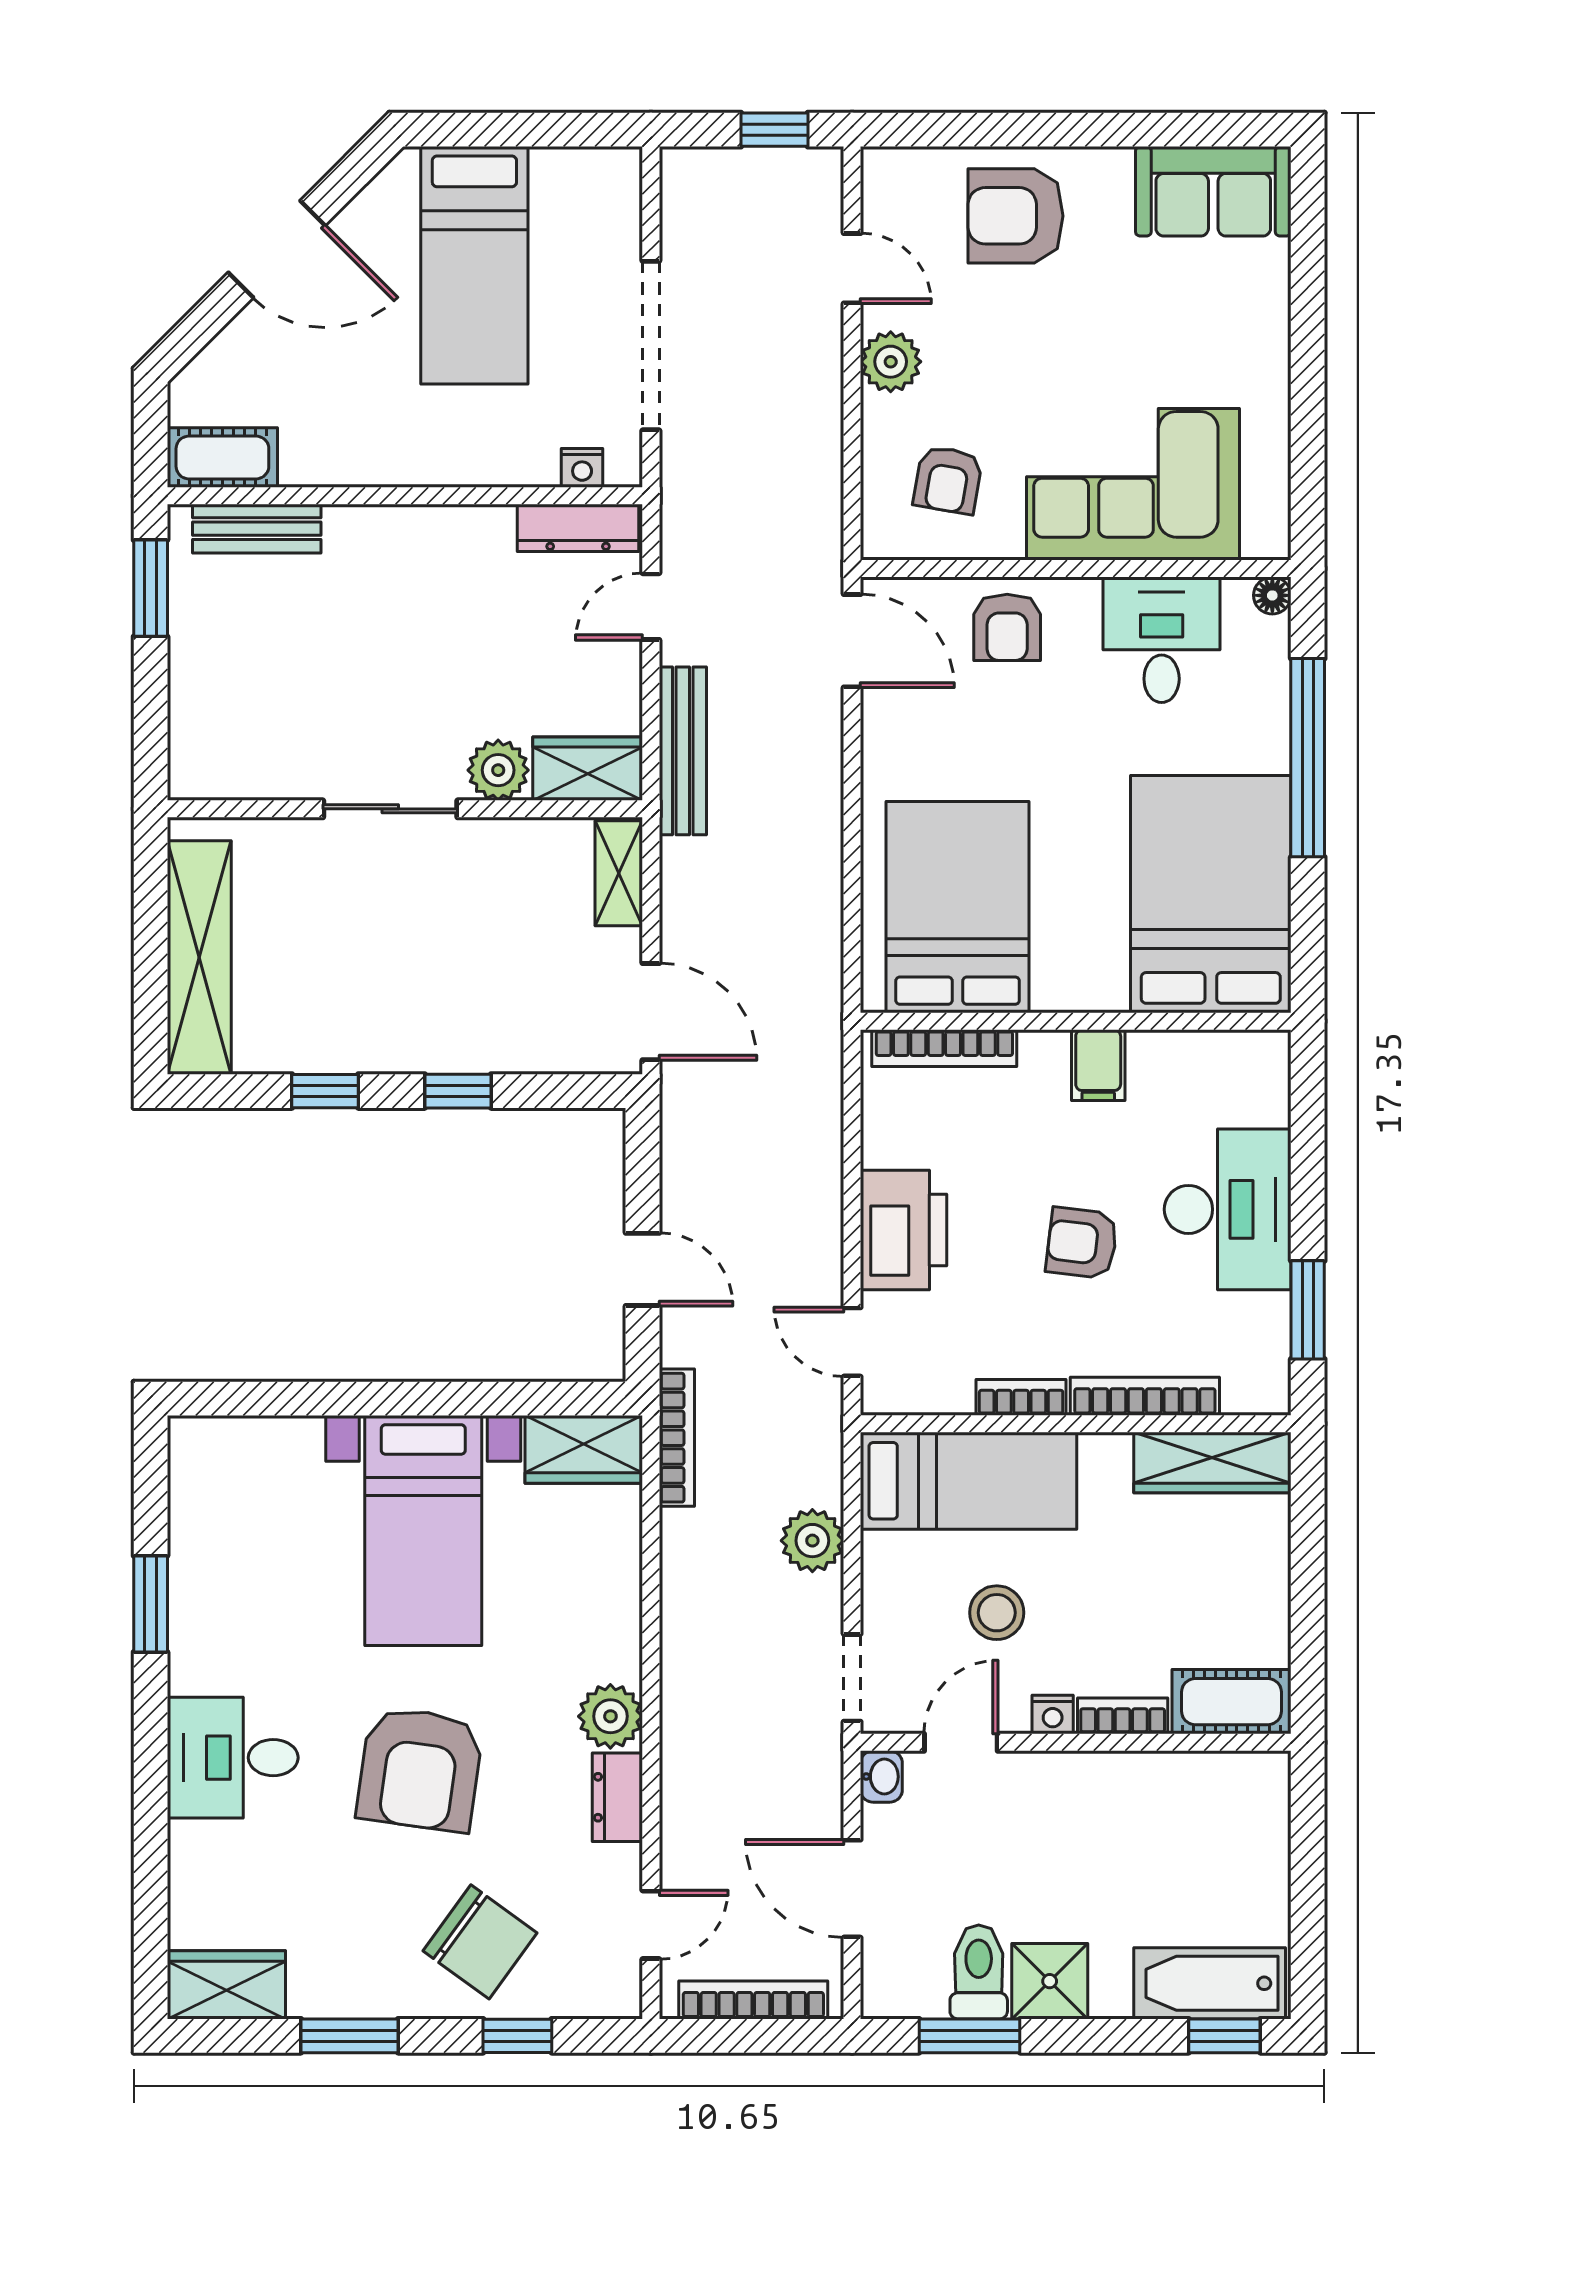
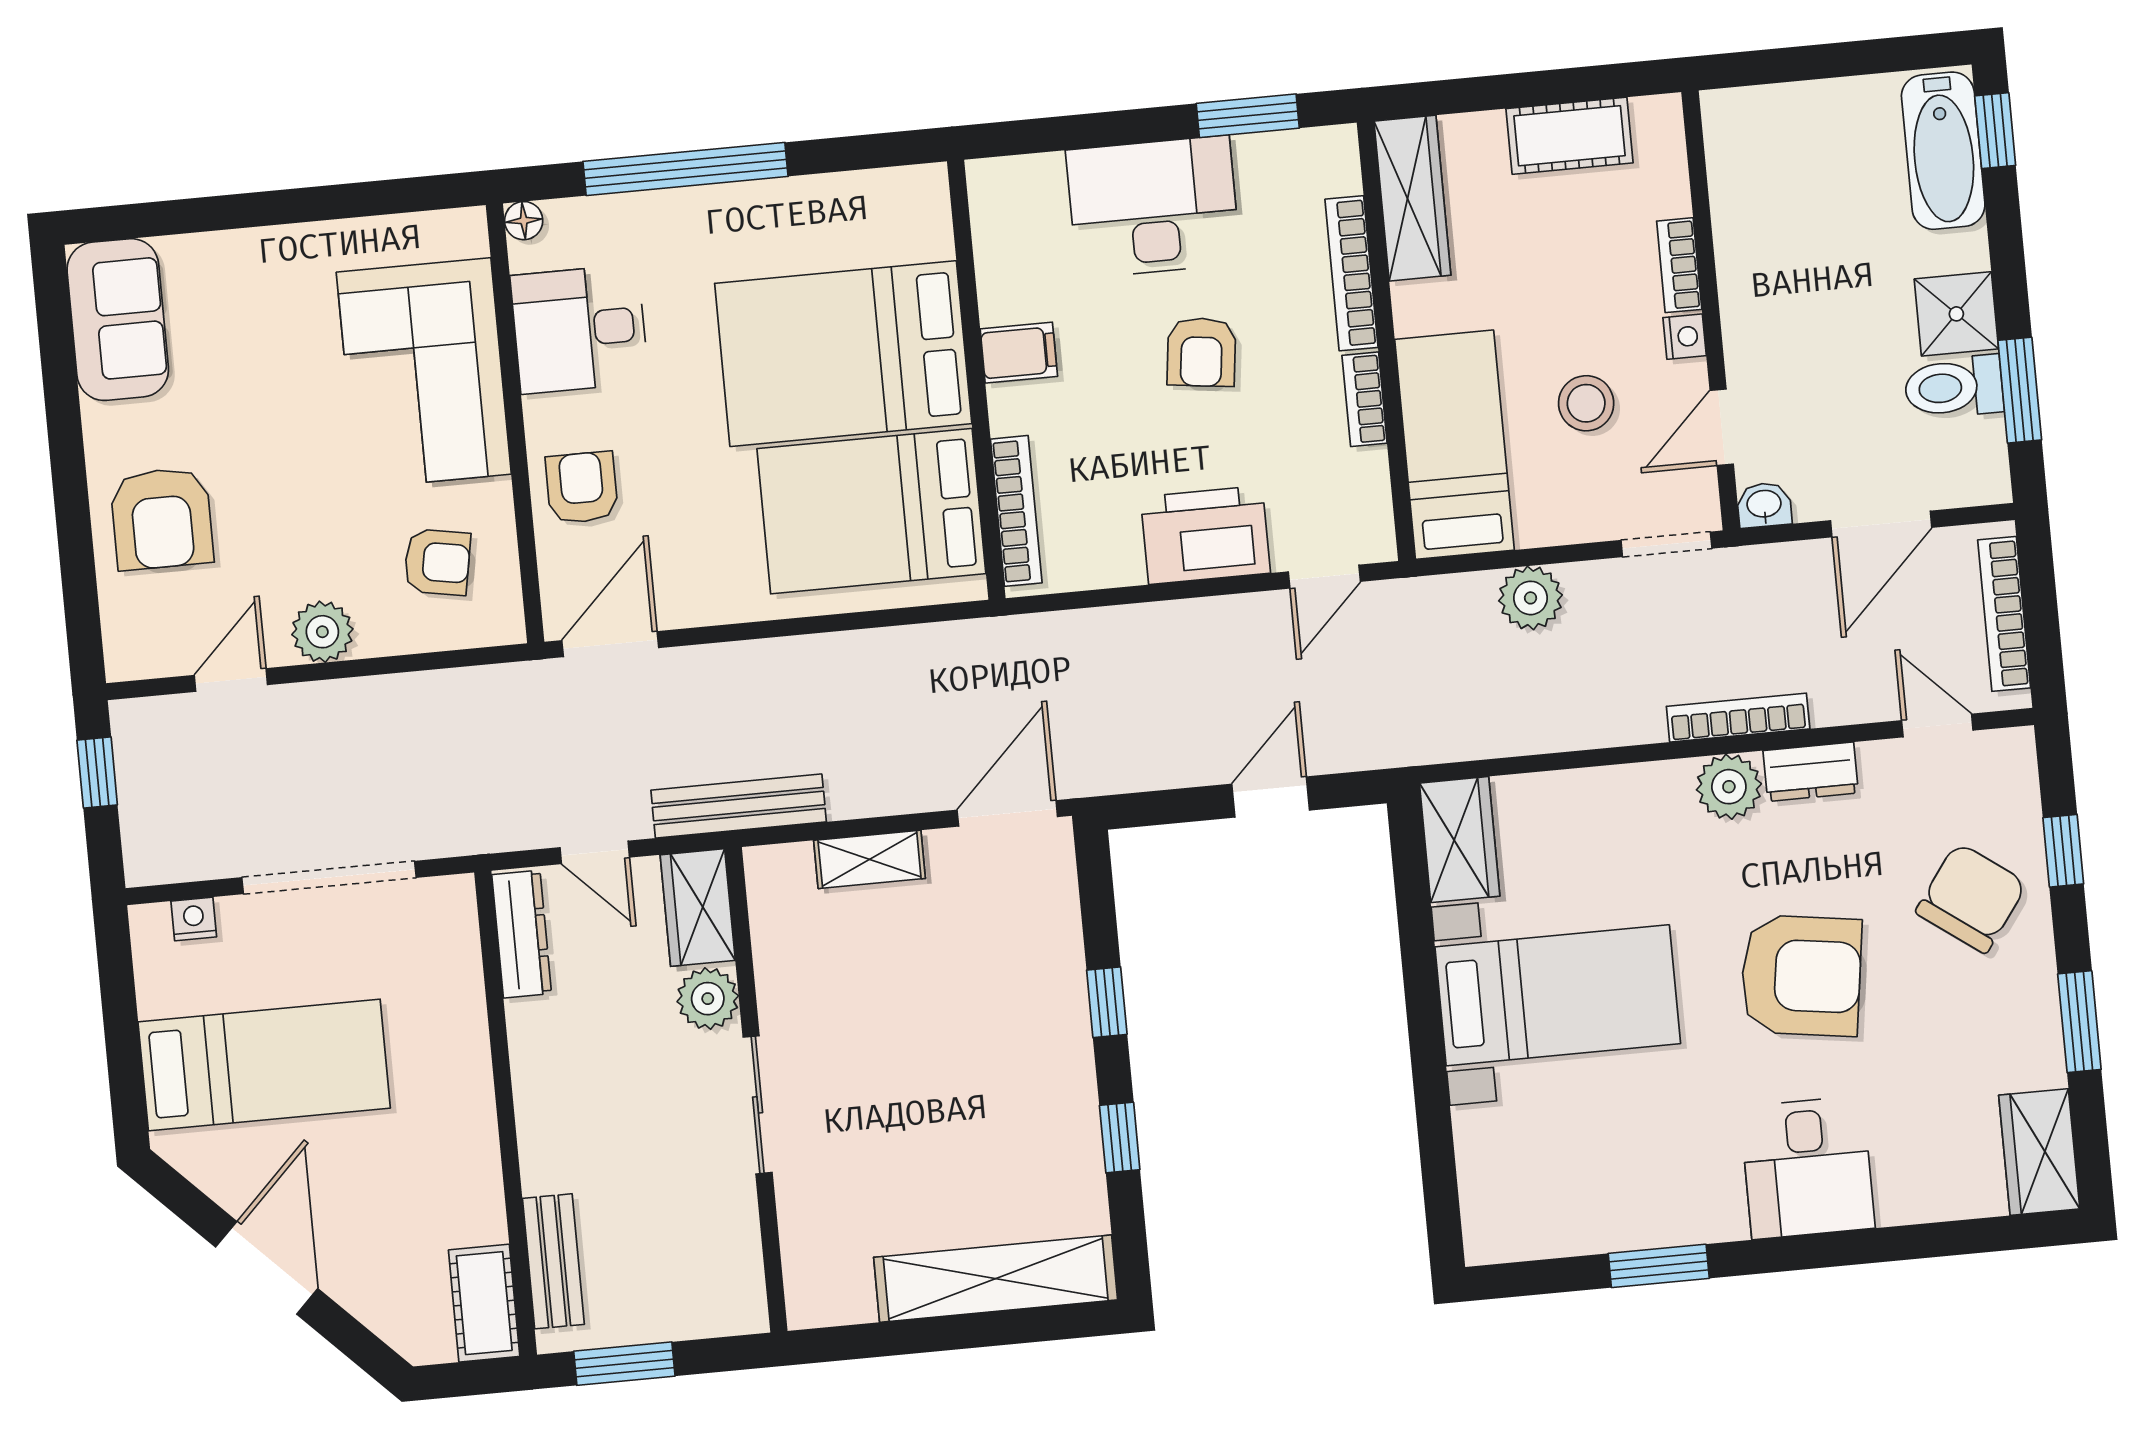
nightstand: (582, 468) -> (194, 919), moved, turned -90
armchair: (1007, 627) -> (582, 488), turned -90
wardrobe: (588, 769) -> (698, 908), moved
plant: (498, 770) -> (708, 999), moved
sliding door: (390, 809) -> (758, 1105), moved
wall: (405, 809) -> (756, 1090), moved
bed: (1211, 894) -> (843, 354), moved
bookcase: (677, 1438) -> (1738, 718), moved
cot: (1231, 1702) -> (1569, 136), moved, turned 90
door: (961, 1742) -> (1722, 427), hinge flipped

